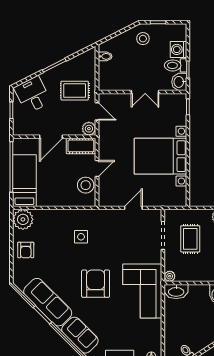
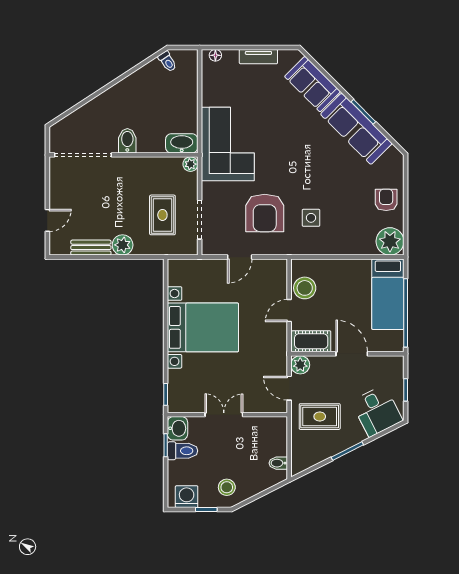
washing machine: (178, 49) -> (187, 497), moved, turned -90
door: (51, 137) -> (352, 354), hinge flipped
armchair: (96, 284) -> (265, 213), moved

